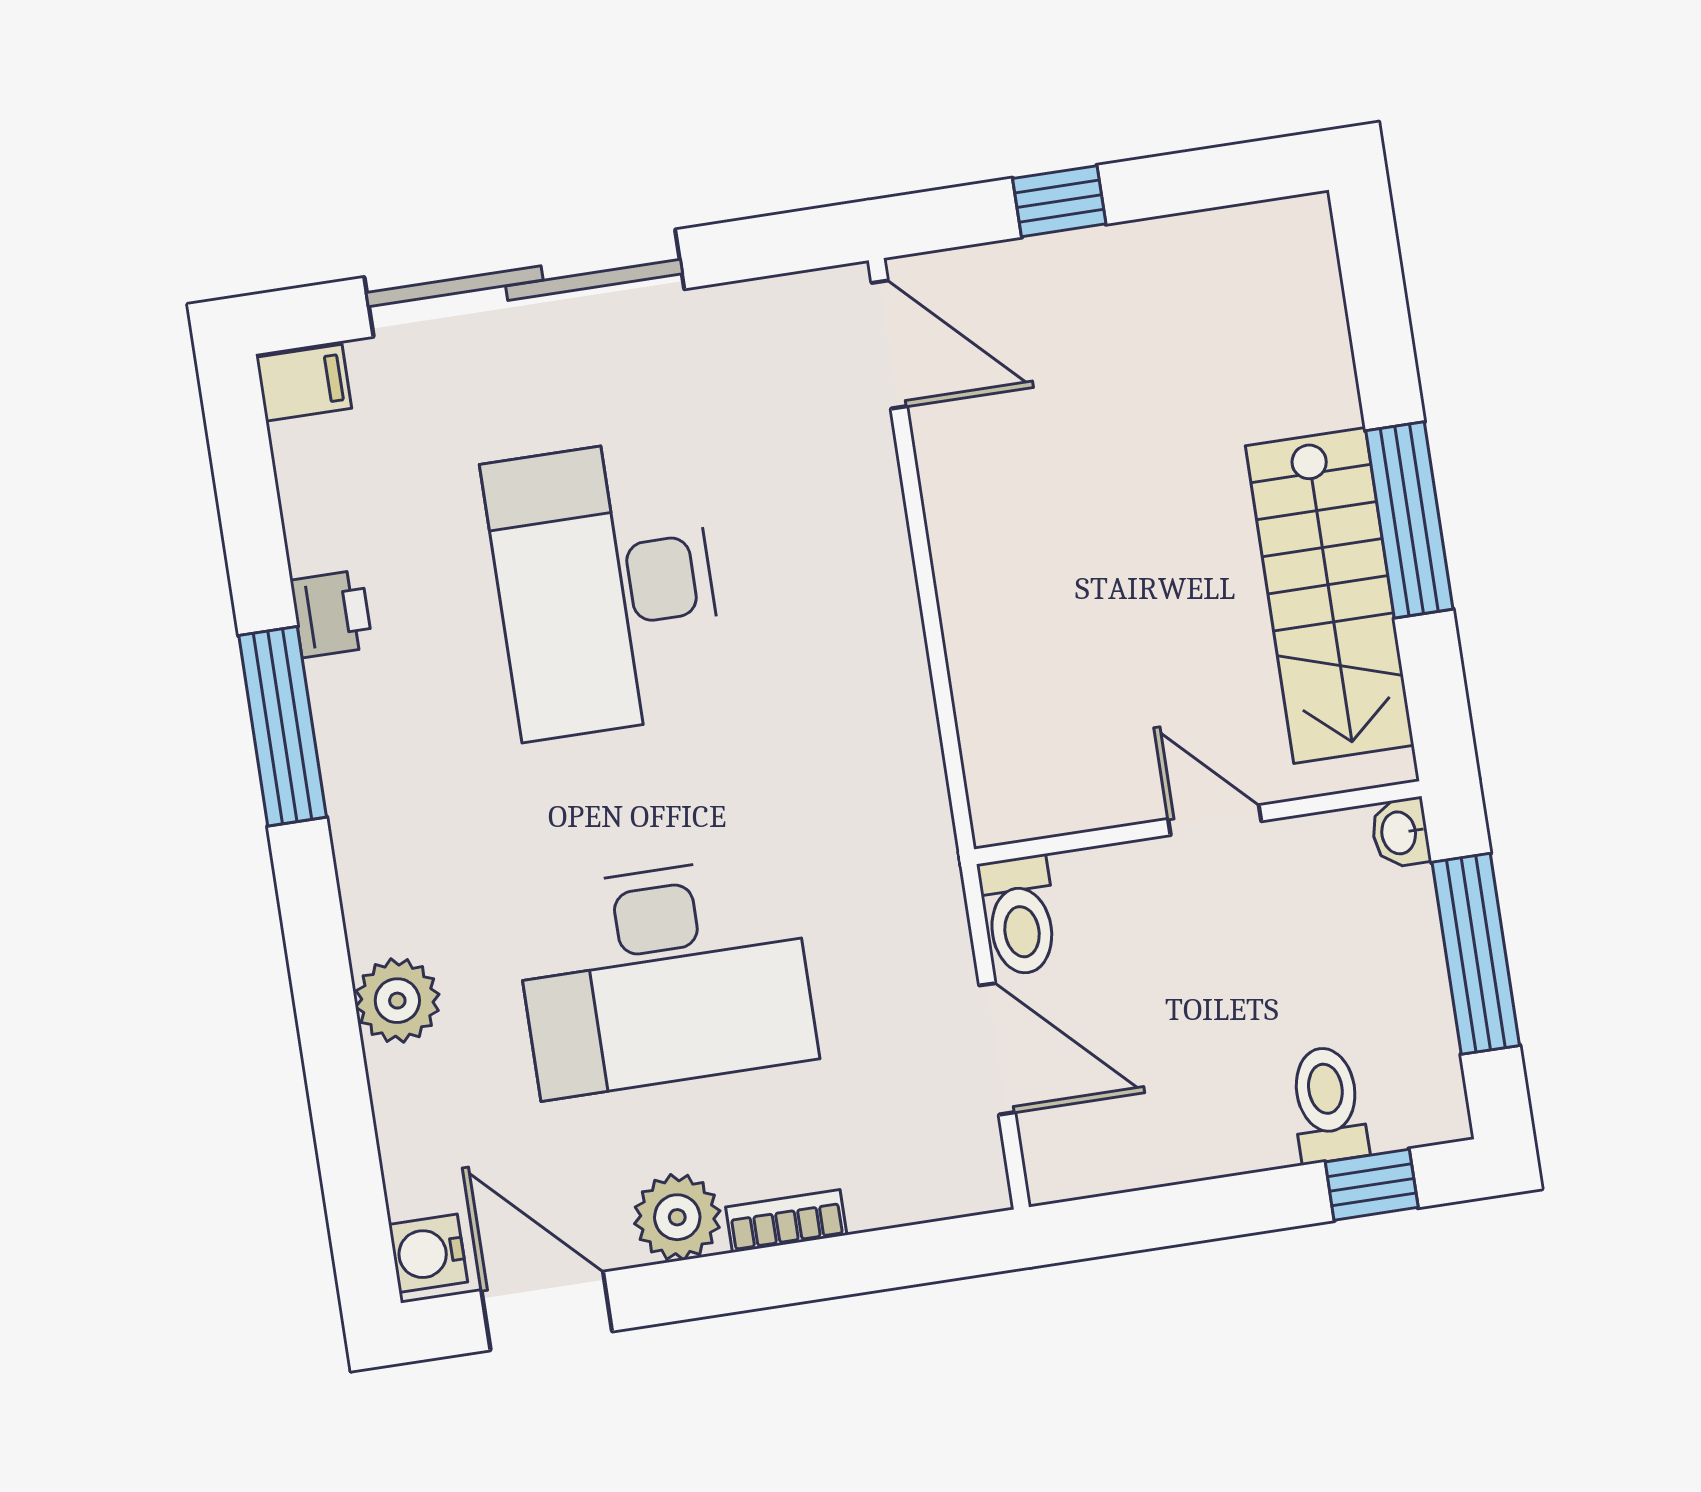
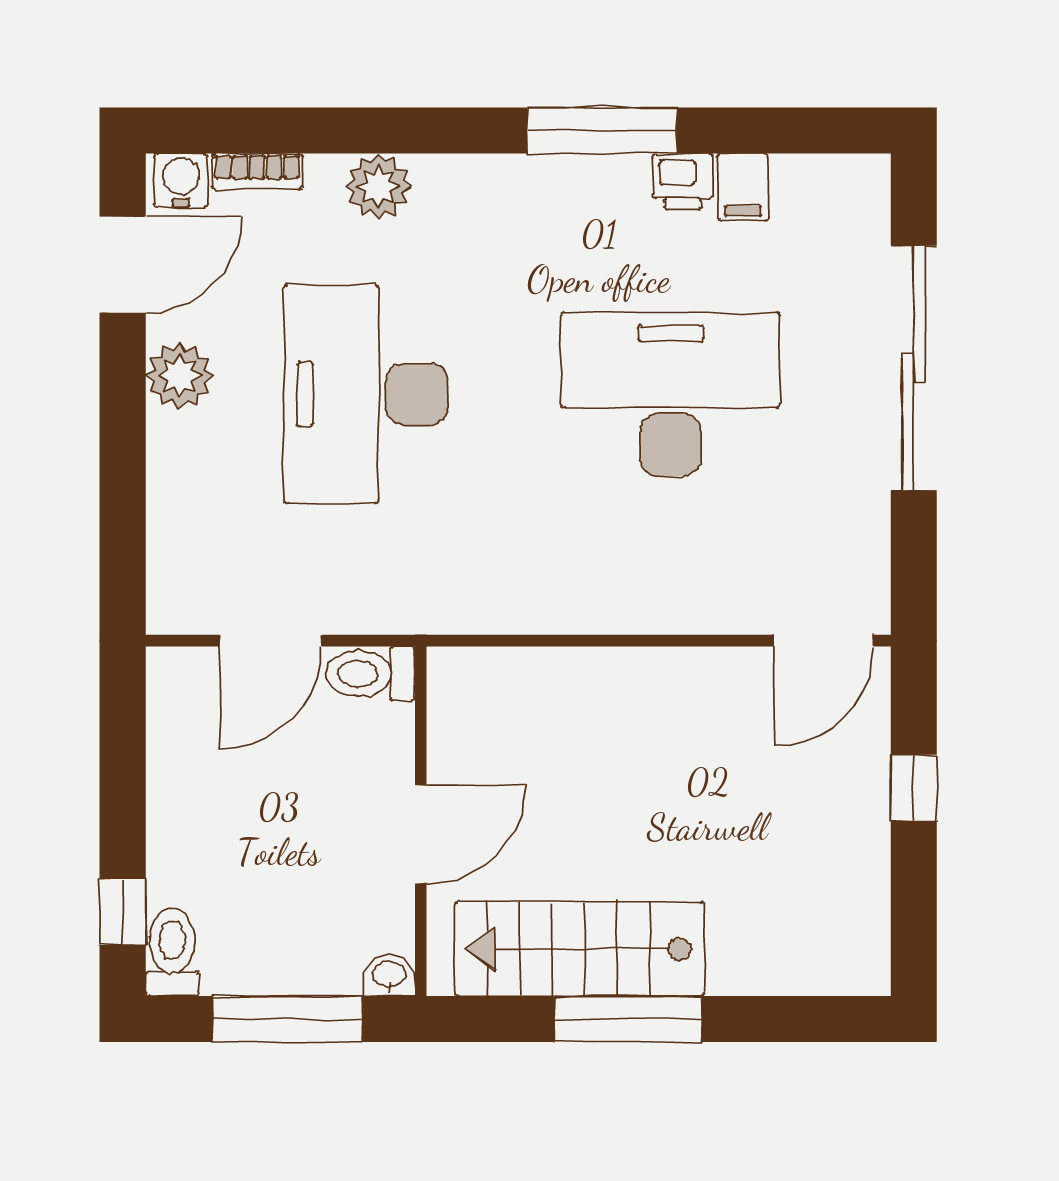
filing cabinet: (304, 383) -> (743, 187), moved
door: (1215, 820) -> (421, 834), width x1.38
toilet: (1328, 1104) -> (172, 952), moved, turned -90
bookcase: (786, 1221) -> (257, 171), moved, turned 90

